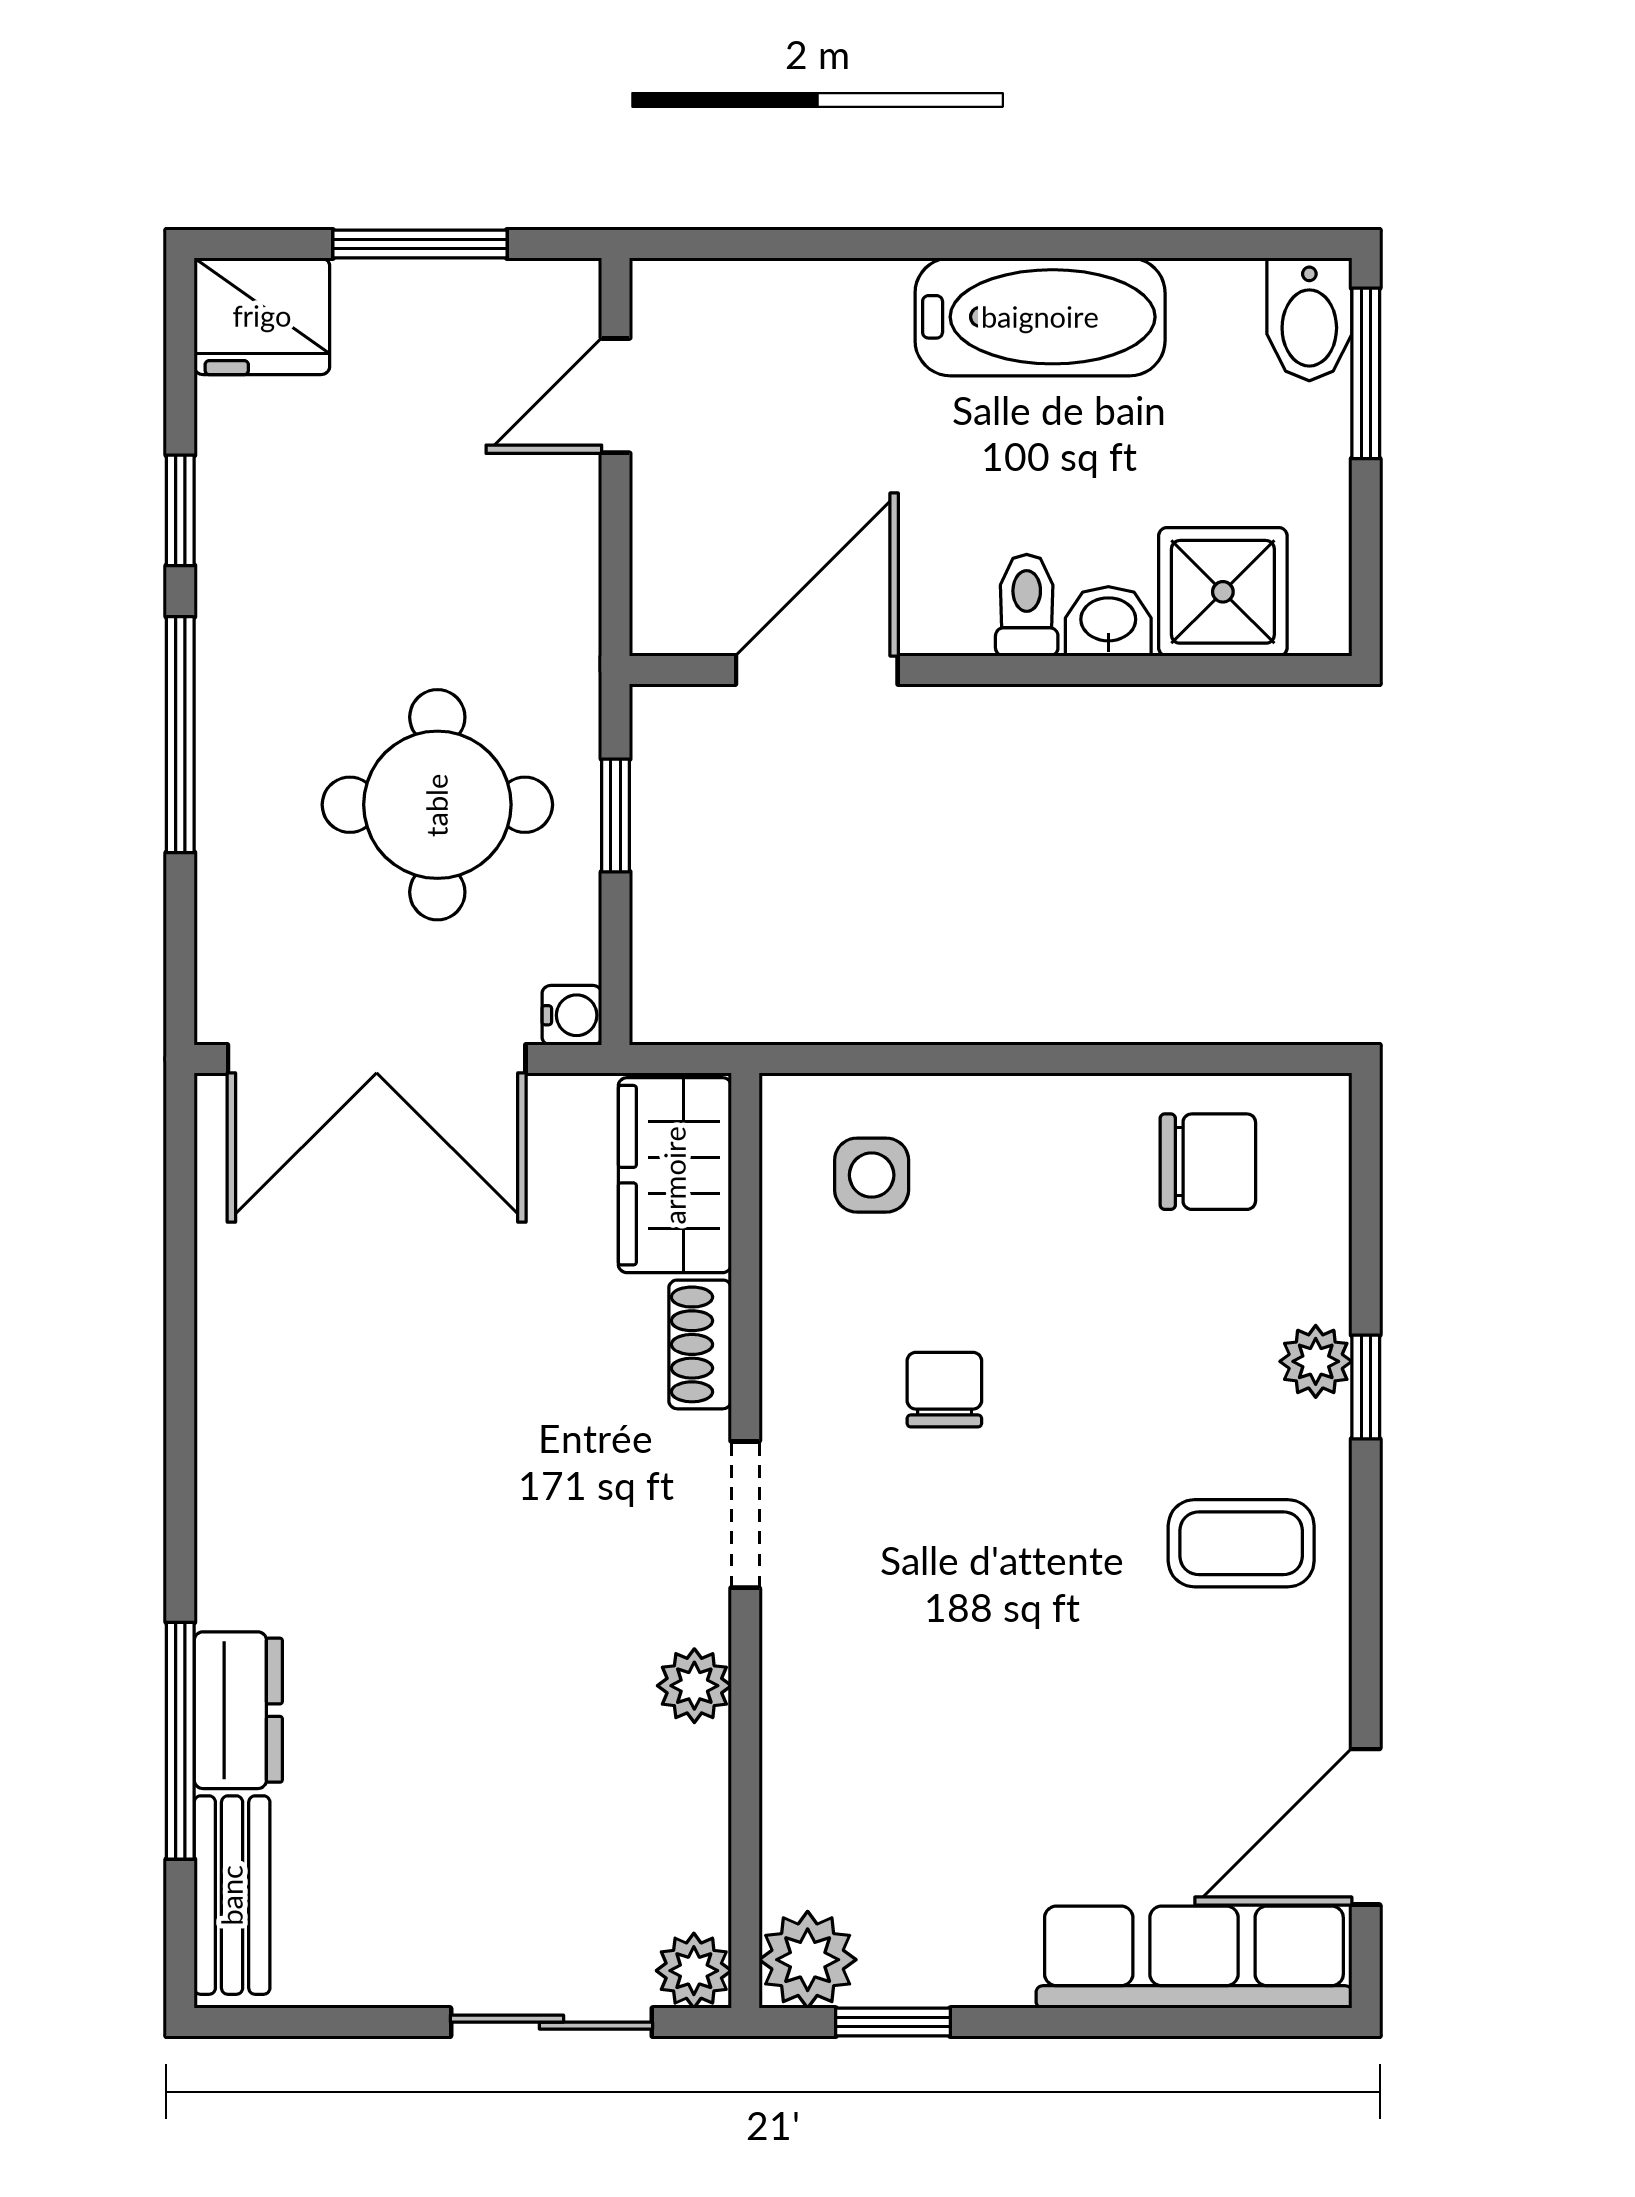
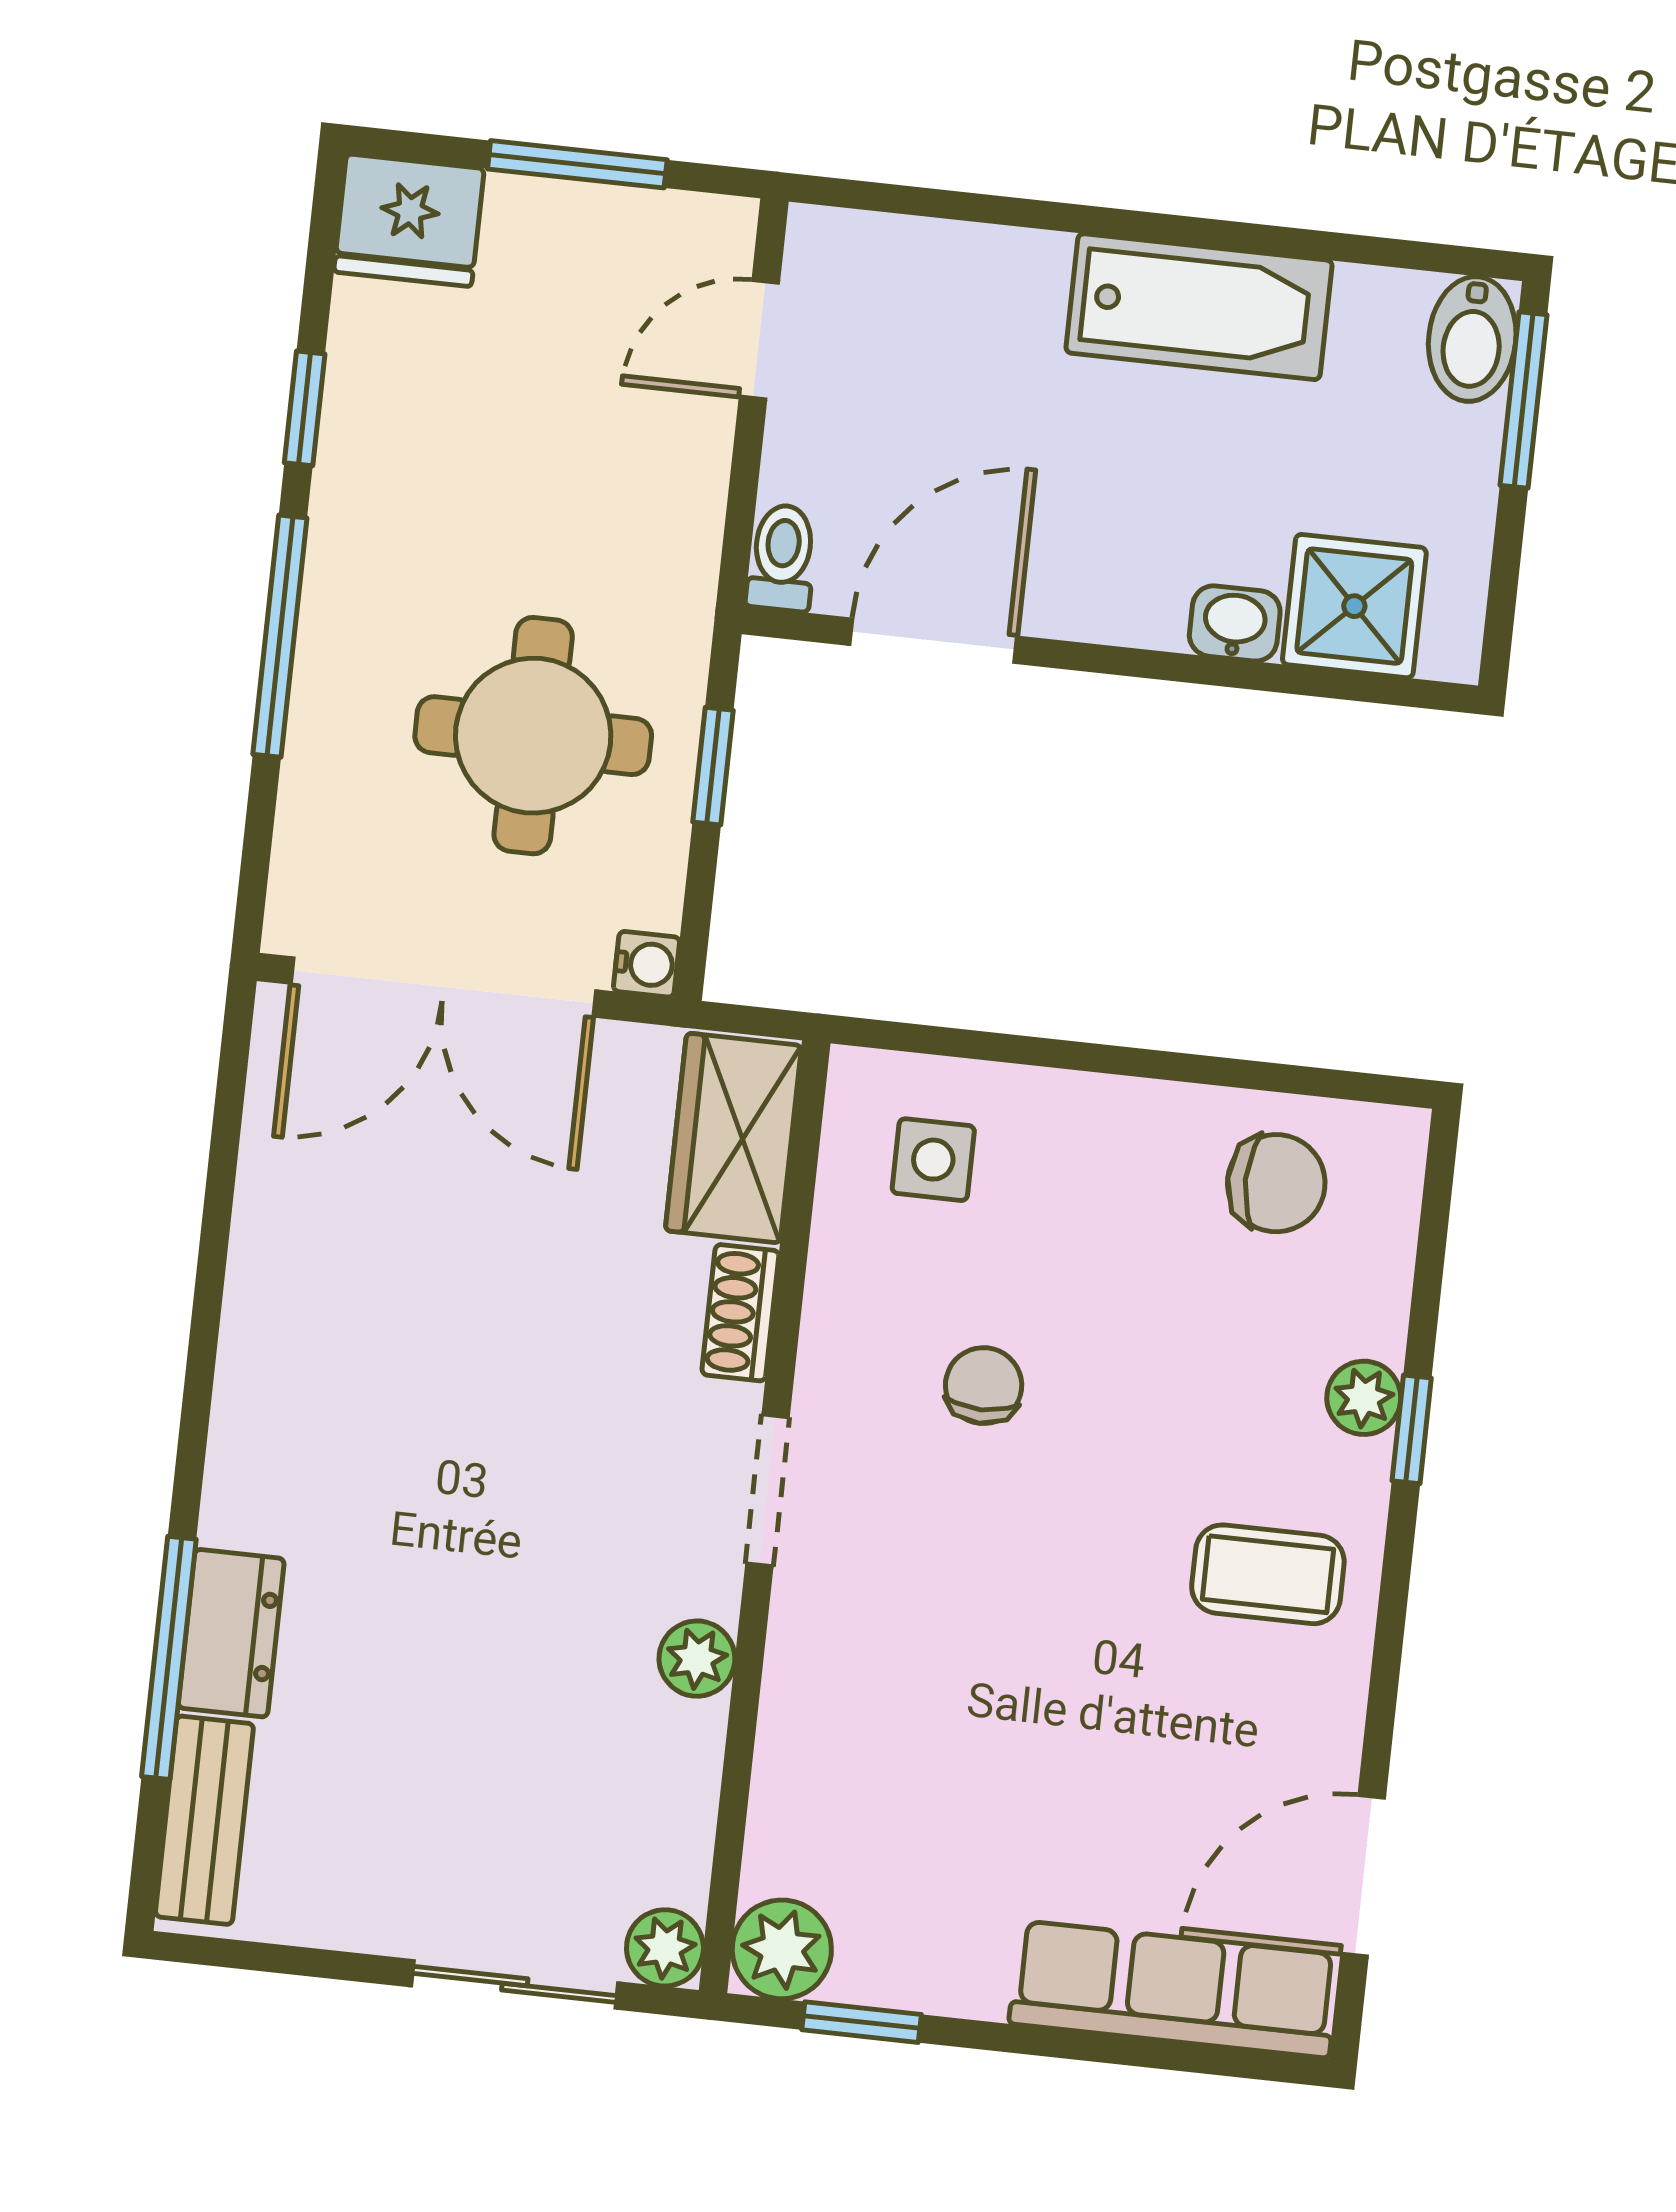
toilet: (1027, 605) -> (782, 558), moved

